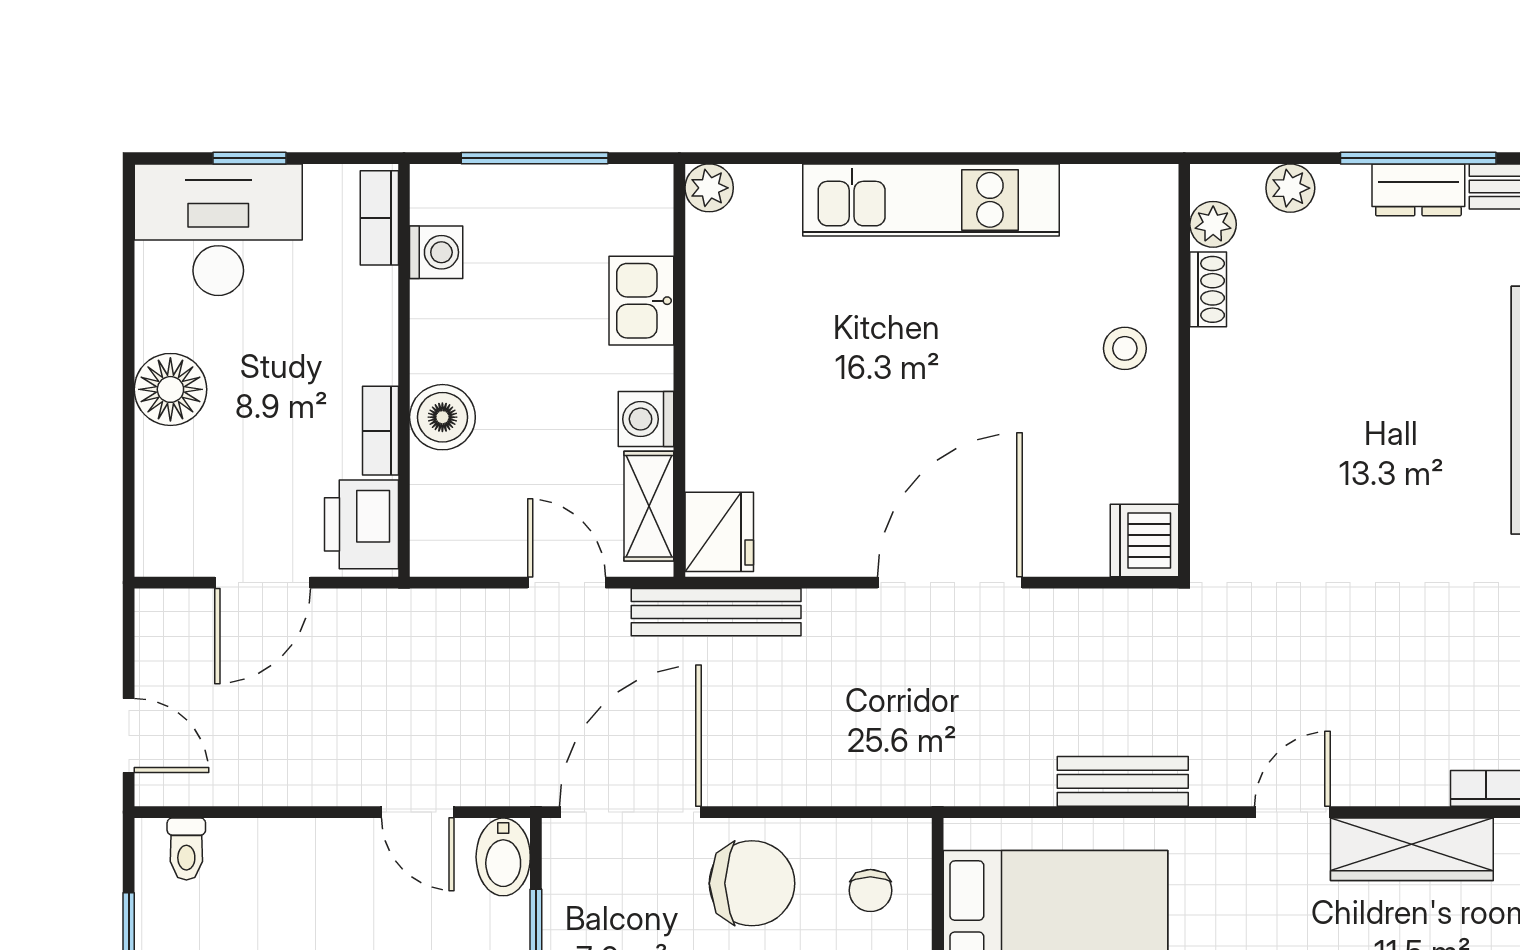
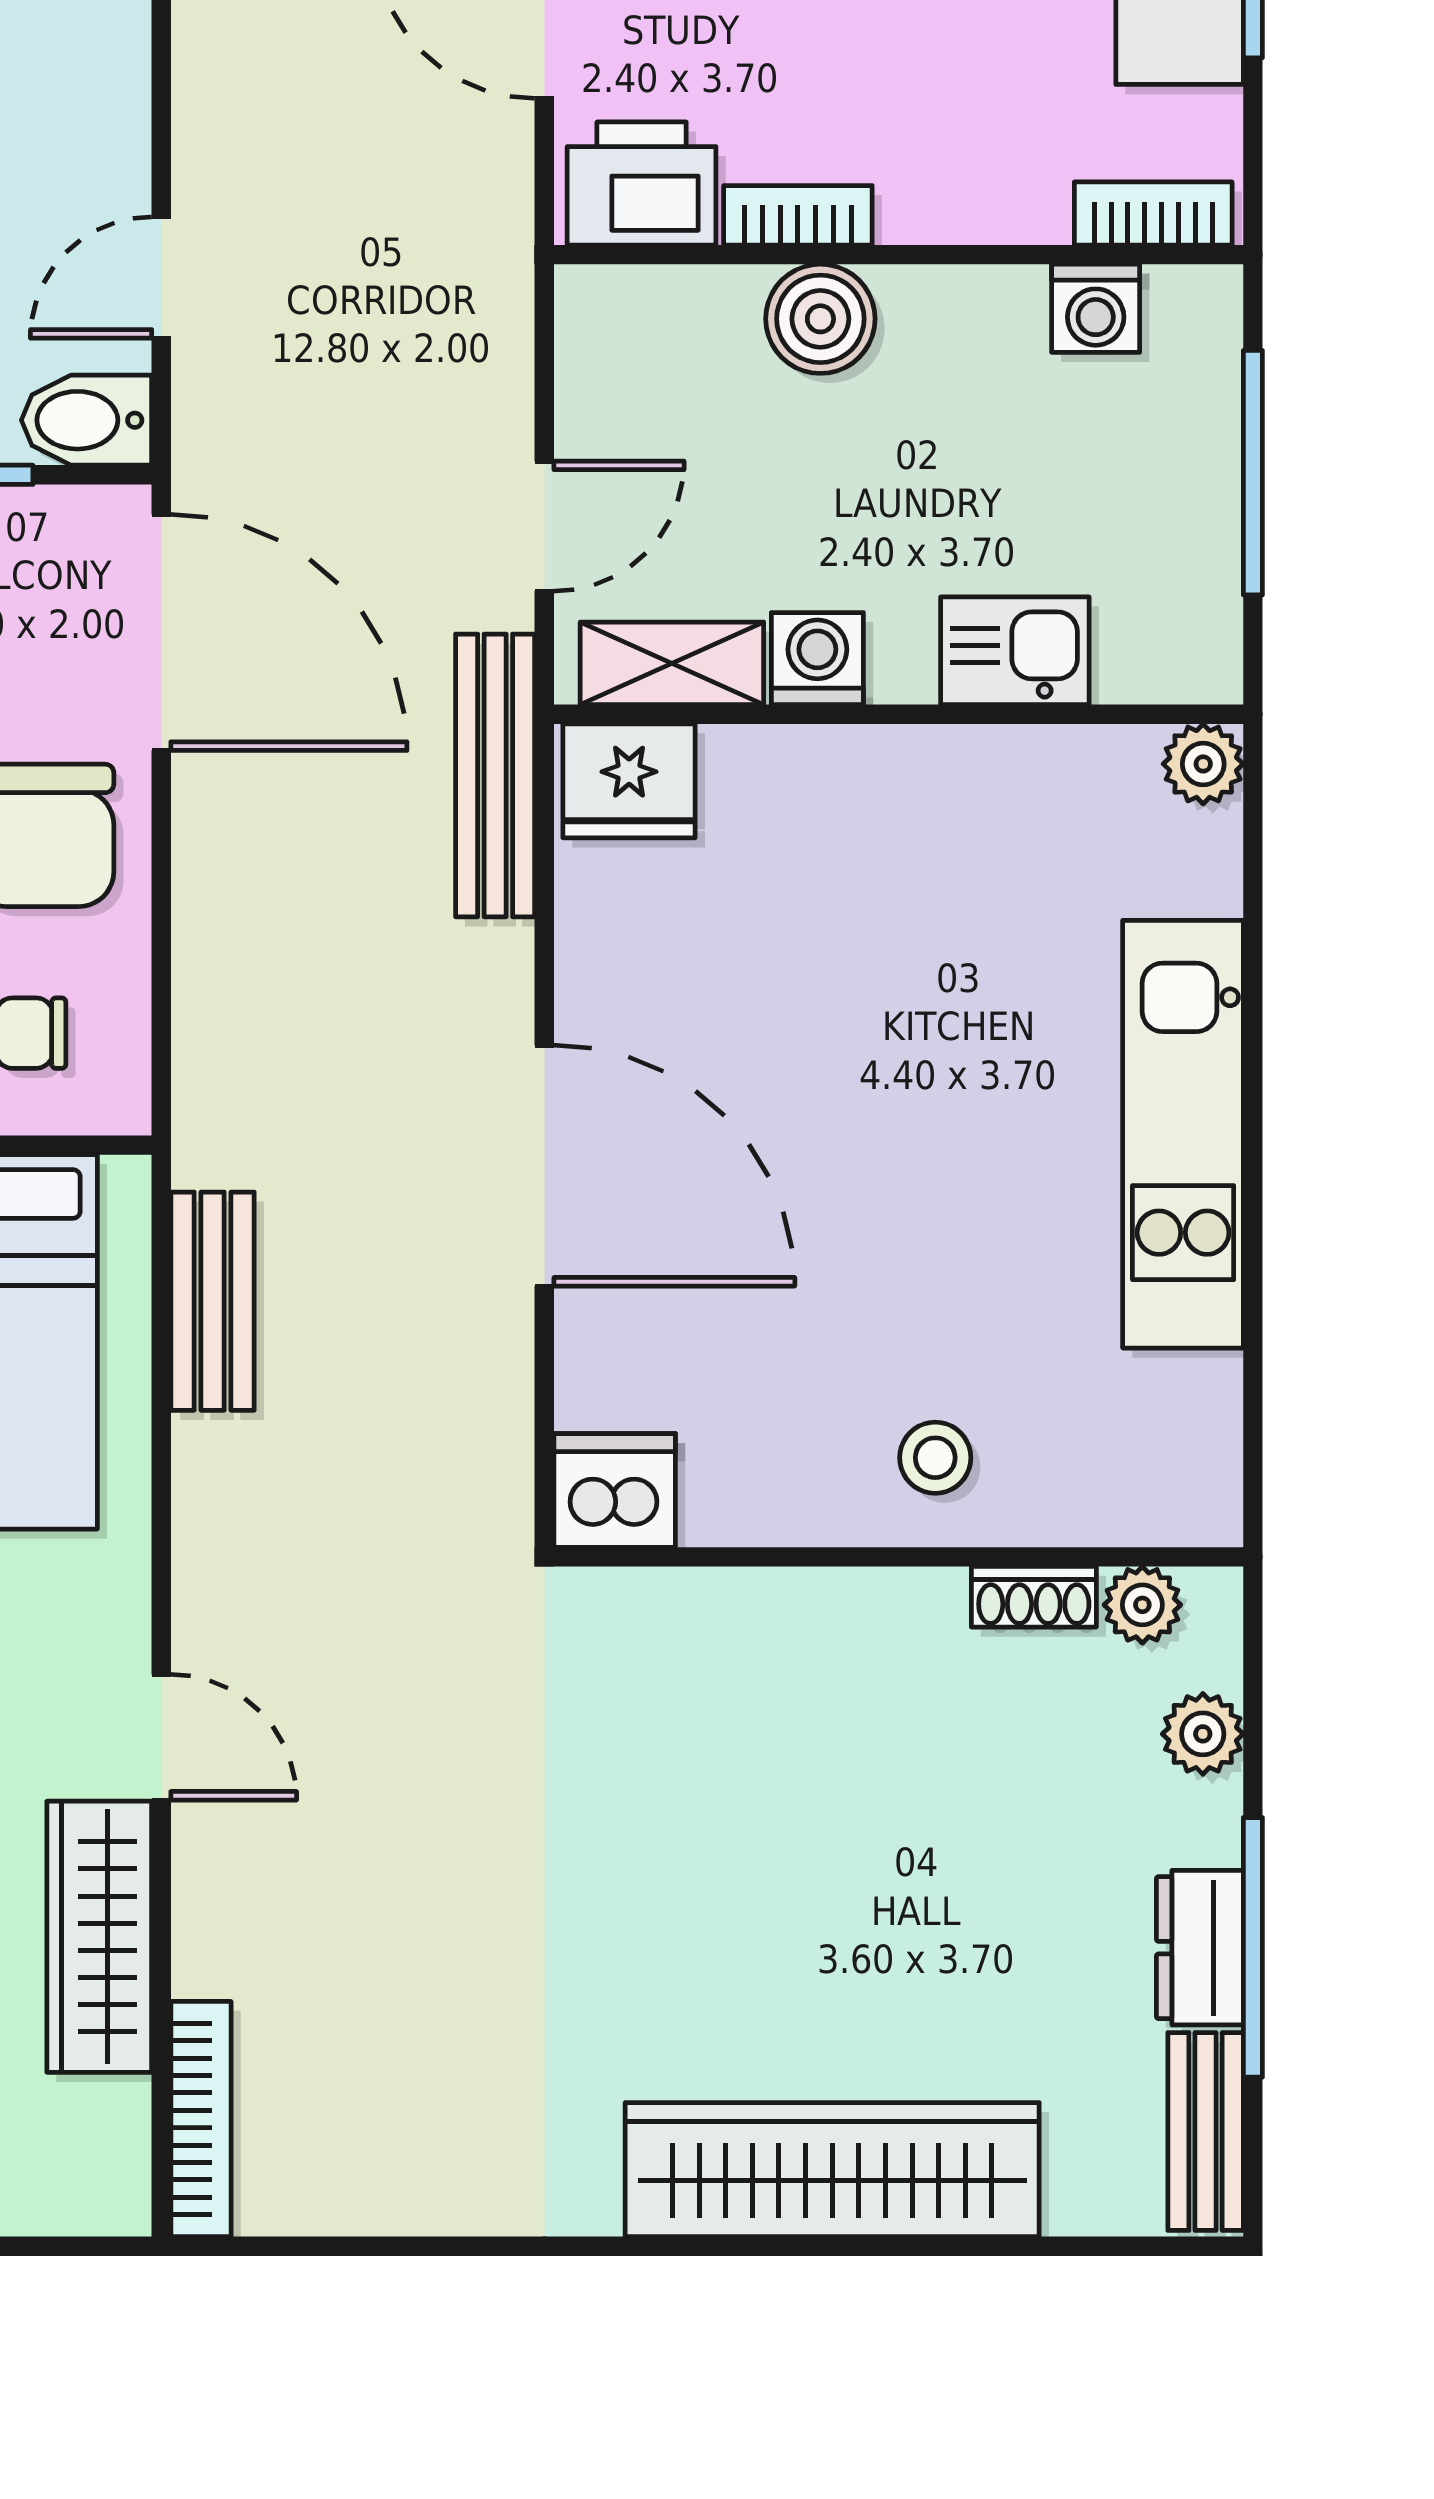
bench: (1123, 781) -> (213, 1301), moved

